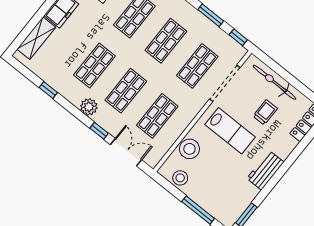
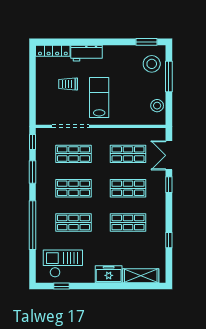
bicycle: (274, 82) -> (43, 94), removed
plant: (89, 107) -> (158, 204), removed
stool: (189, 149) -> (152, 64), moved
workbench: (265, 170) -> (87, 53), moved

